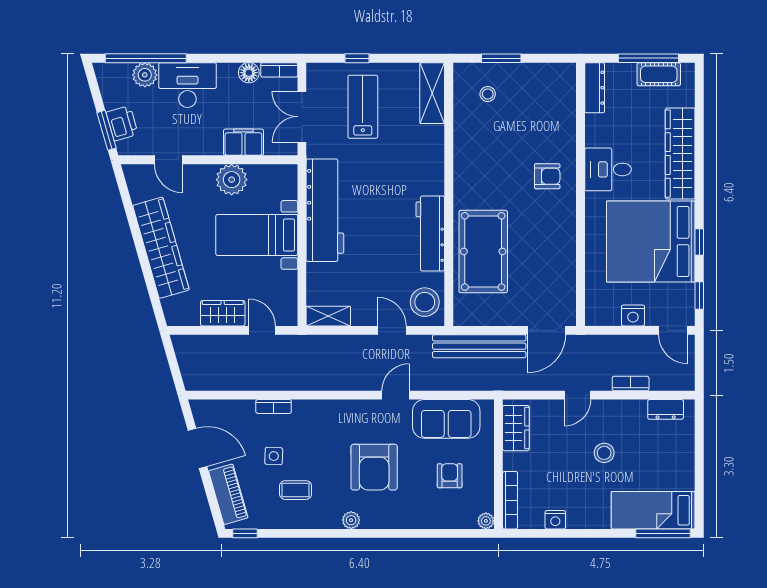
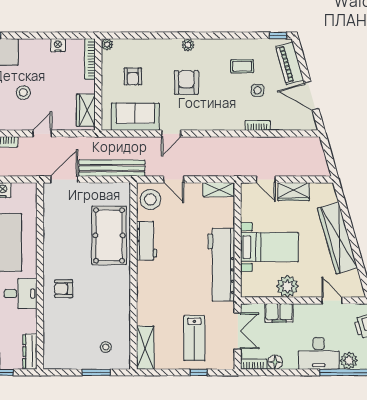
workbench: (430, 234) -> (147, 241), width x0.73
armchair: (374, 467) -> (186, 82), width x0.73, depth x0.73
plant: (351, 520) -> (188, 45), moved

